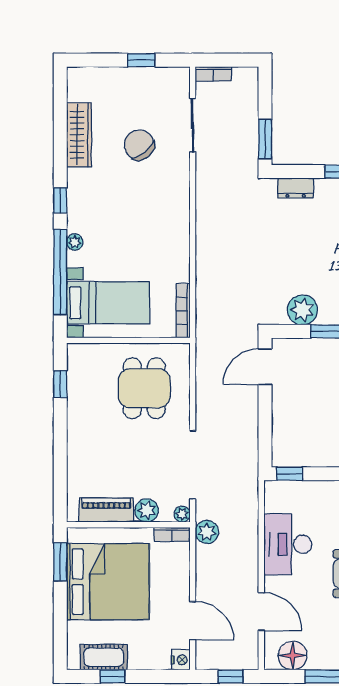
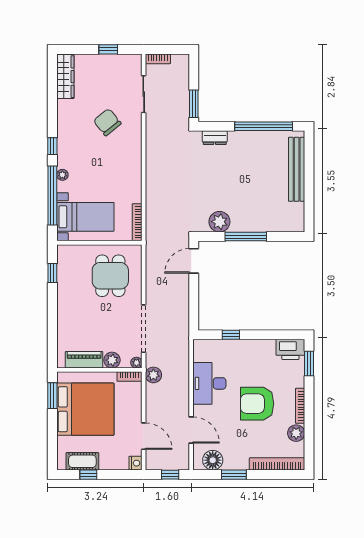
wardrobe: (79, 135) -> (65, 77), moved
chair: (139, 145) -> (107, 122), moved
window: (290, 474) -> (231, 335), moved

